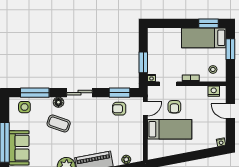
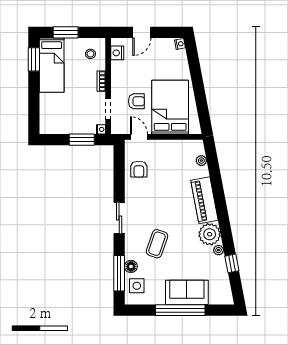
window: (119, 93) -> (119, 169), removed
floor lamp: (58, 102) -> (131, 266), moved
bed: (170, 129) -> (170, 107), width x1.50

